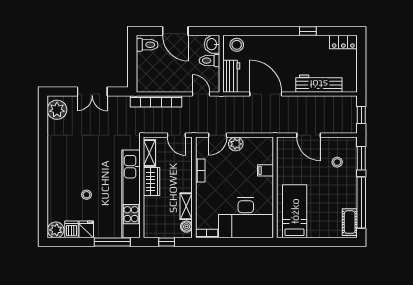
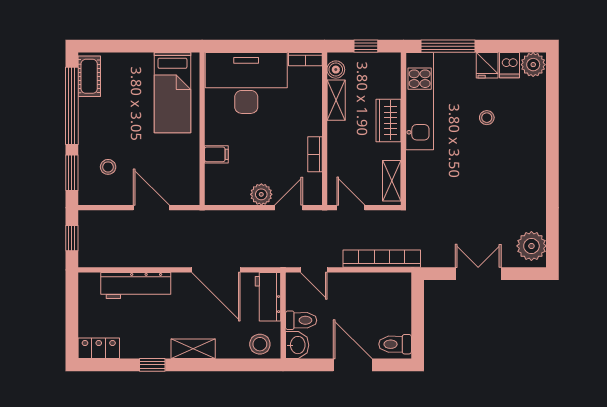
shelving: (281, 42) -> (193, 349), added
wardrobe: (152, 182) -> (389, 120), moved
kitchen unit: (131, 194) -> (420, 101), width x0.73

